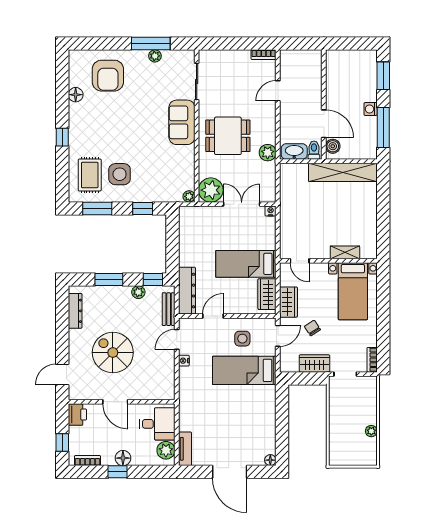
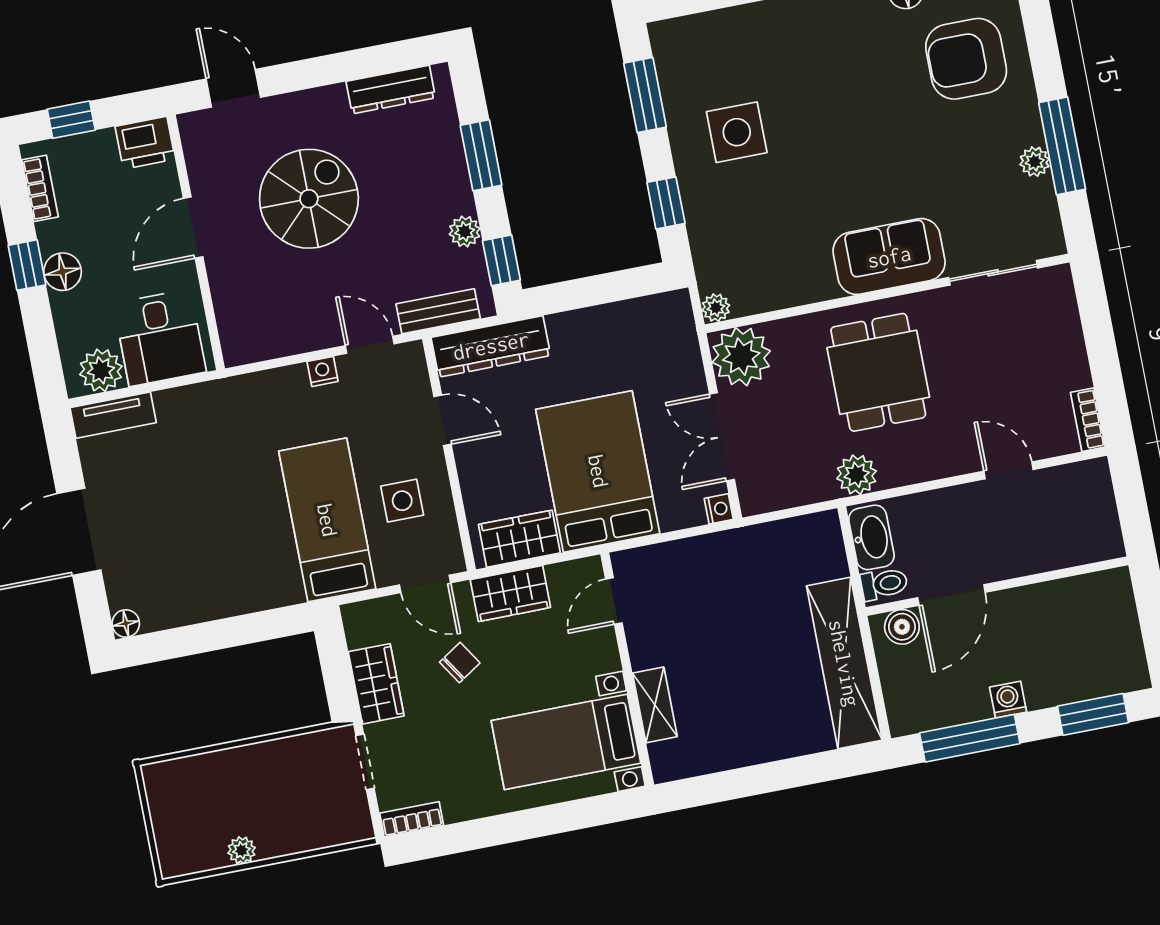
rug: (90, 175) -> (721, 61), removed
double door: (242, 204) -> (722, 437), swing flipped
bed: (246, 264) -> (598, 471), width x1.50

